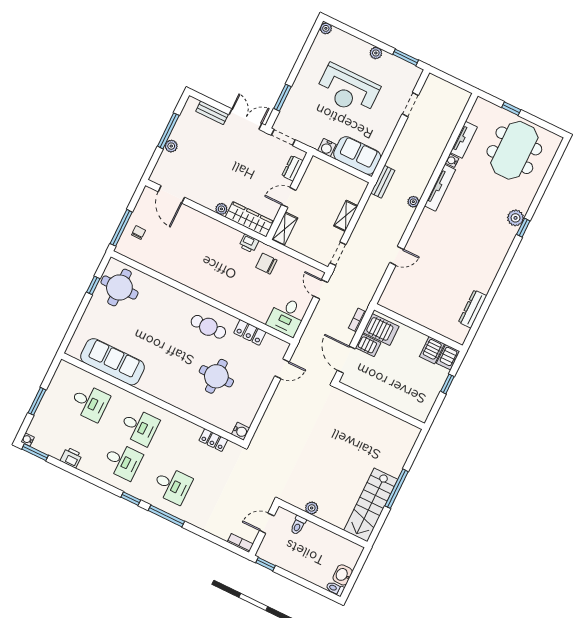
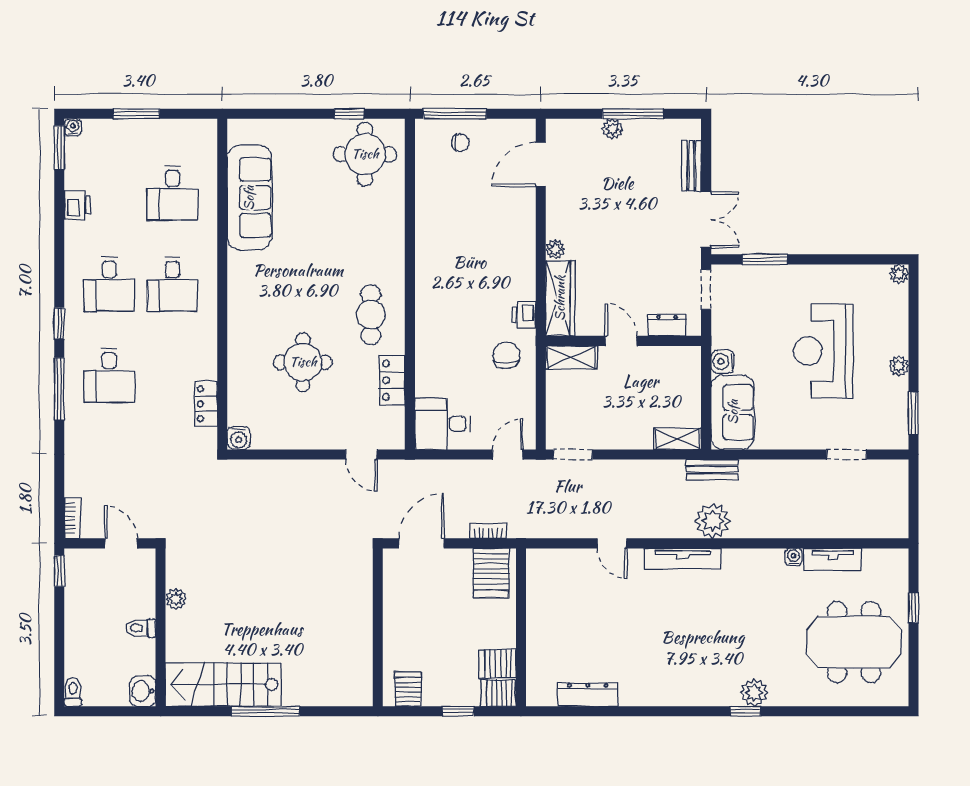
tv unit: (440, 188) -> (683, 559), moved
plant: (413, 202) -> (713, 521), width x1.87, depth x1.87
shelving: (346, 216) -> (677, 439), moved
server rack: (368, 345) -> (408, 689), moved, turned 180
toilet: (298, 525) -> (141, 628), moved
washbasin: (343, 575) -> (143, 691), moved, turned -90

